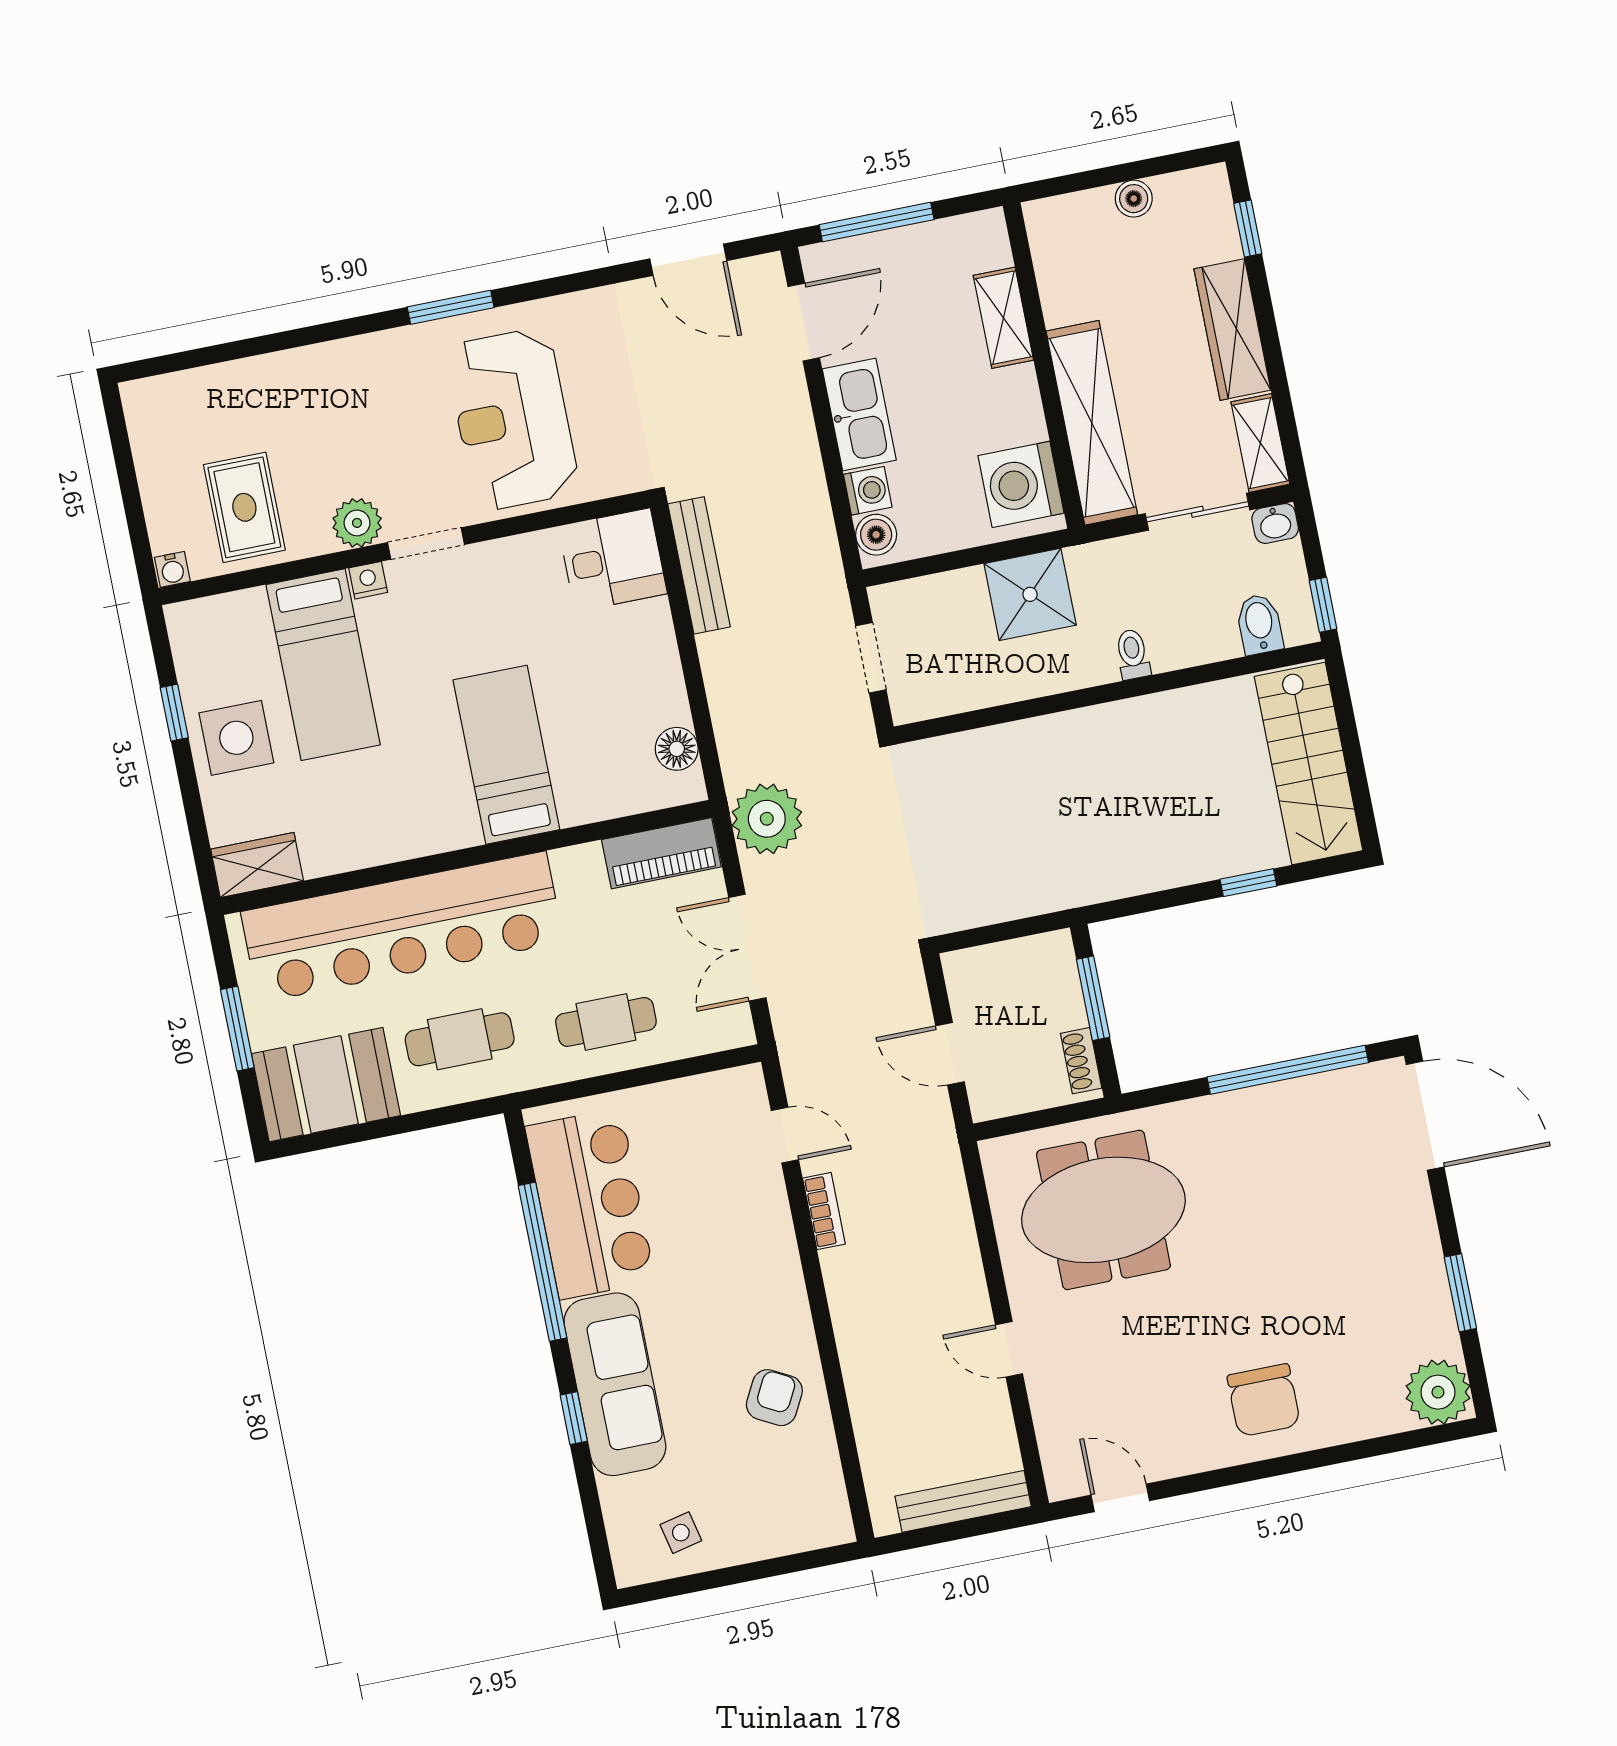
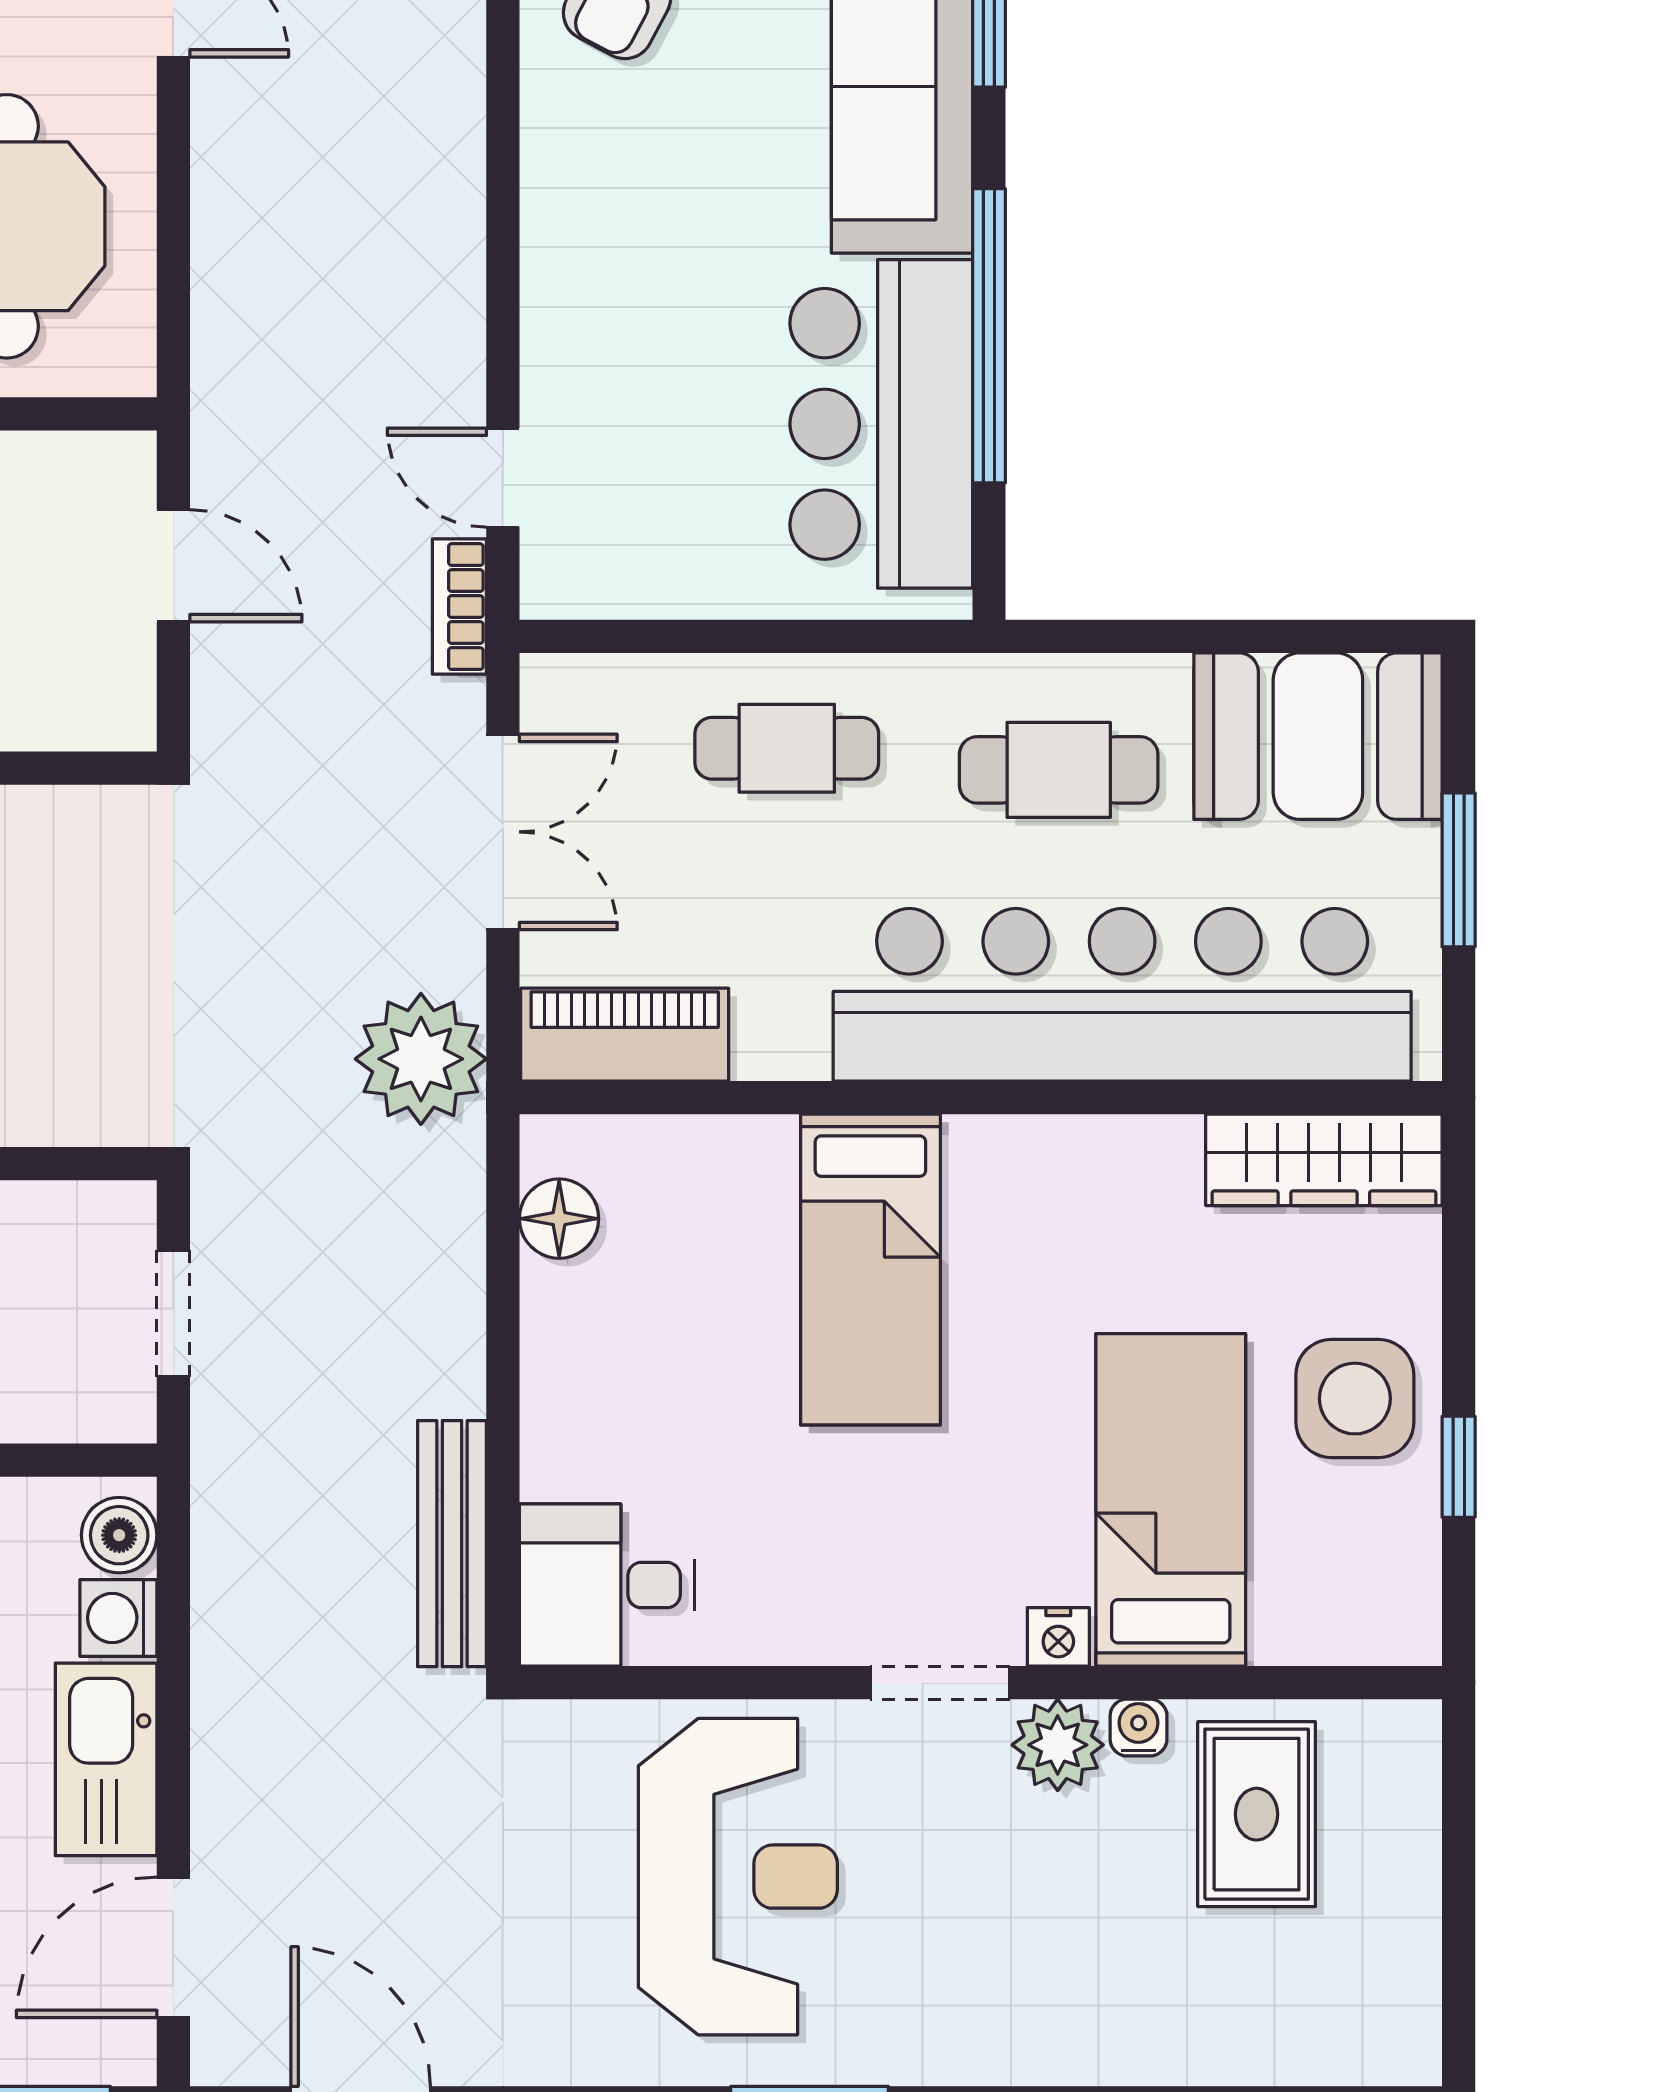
water cooler: (172, 569) -> (1139, 1728), moved
wardrobe: (257, 865) -> (1324, 1160), width x1.50
bookcase: (824, 1211) -> (459, 607), moved

